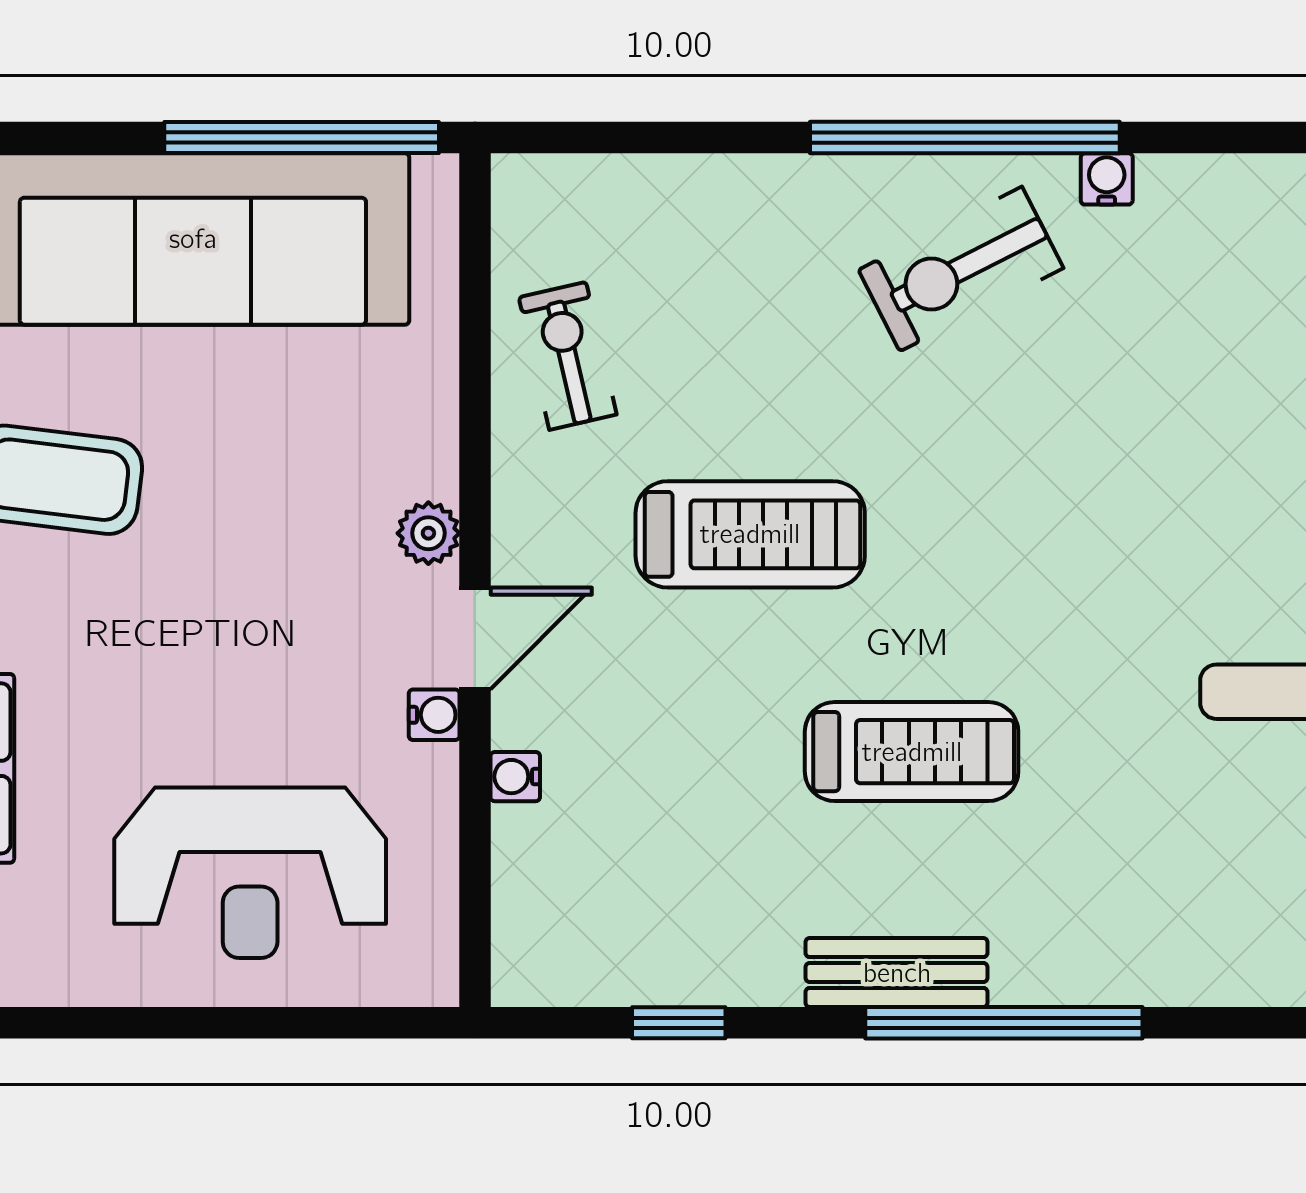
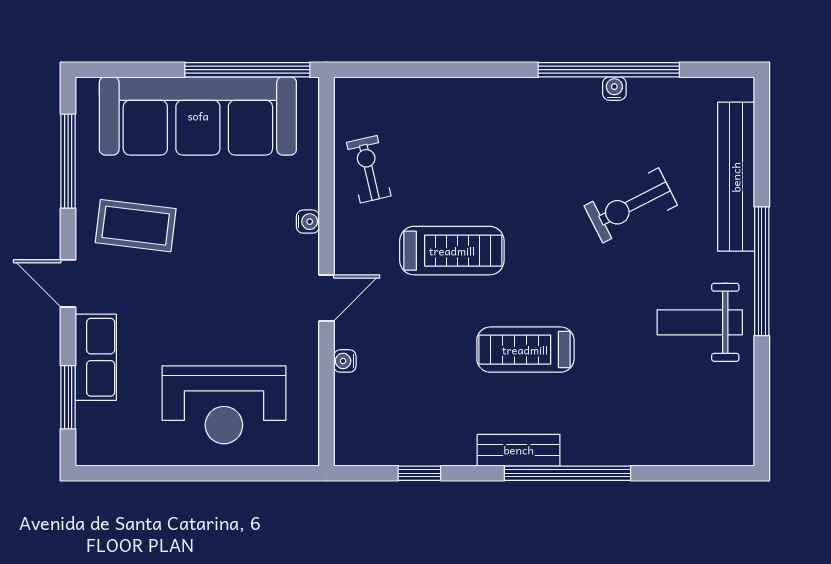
window: (965, 138) -> (609, 70), moved
exercise bike: (961, 269) -> (631, 205), moved
plant: (428, 533) -> (305, 250), removed
water cooler: (434, 715) -> (308, 222), moved
treadmill: (912, 752) -> (525, 350), turned 180

